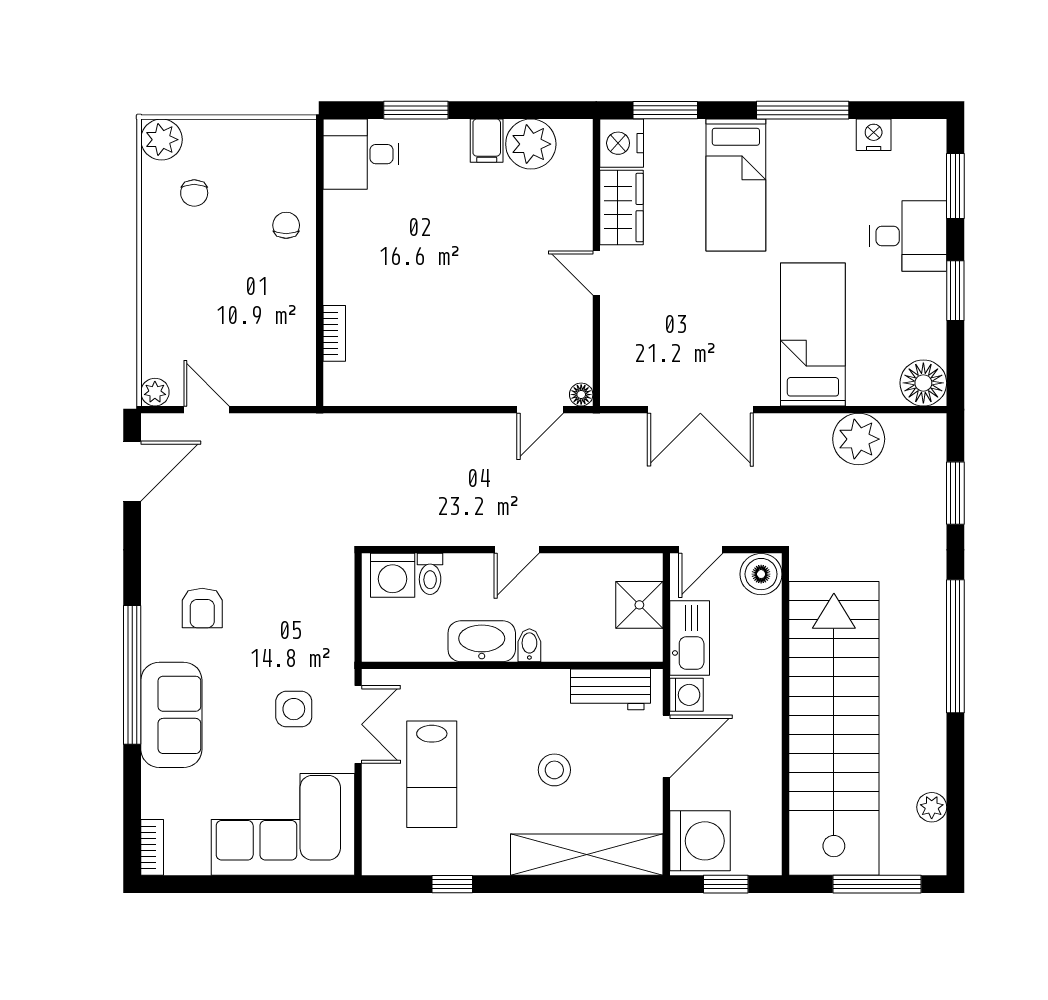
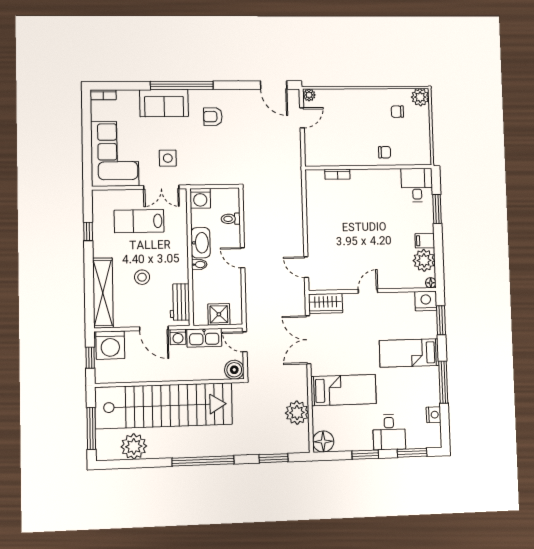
wardrobe: (621, 208) -> (326, 303), moved
floor lamp: (581, 395) -> (431, 283), moved
washing machine: (393, 575) -> (200, 198), moved, turned -90
plant: (932, 807) -> (134, 446), width x1.88, depth x1.88

